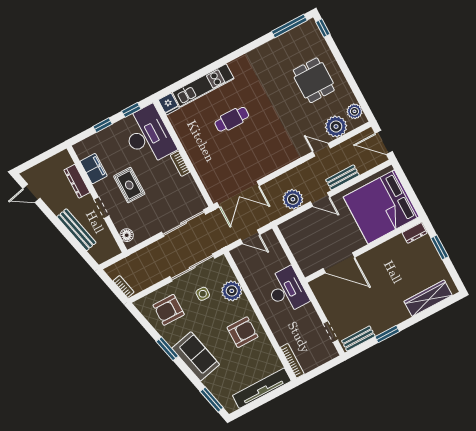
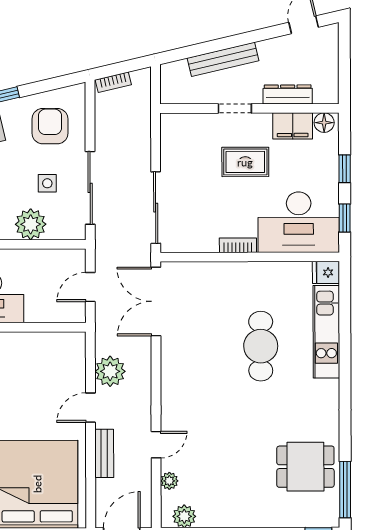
dining table: (314, 80) -> (305, 467), moved
cafe table: (232, 119) -> (261, 346), width x1.37, depth x1.35
plant: (336, 126) -> (169, 481), width x0.53, depth x0.53
floor lamp: (127, 235) -> (324, 123), moved

